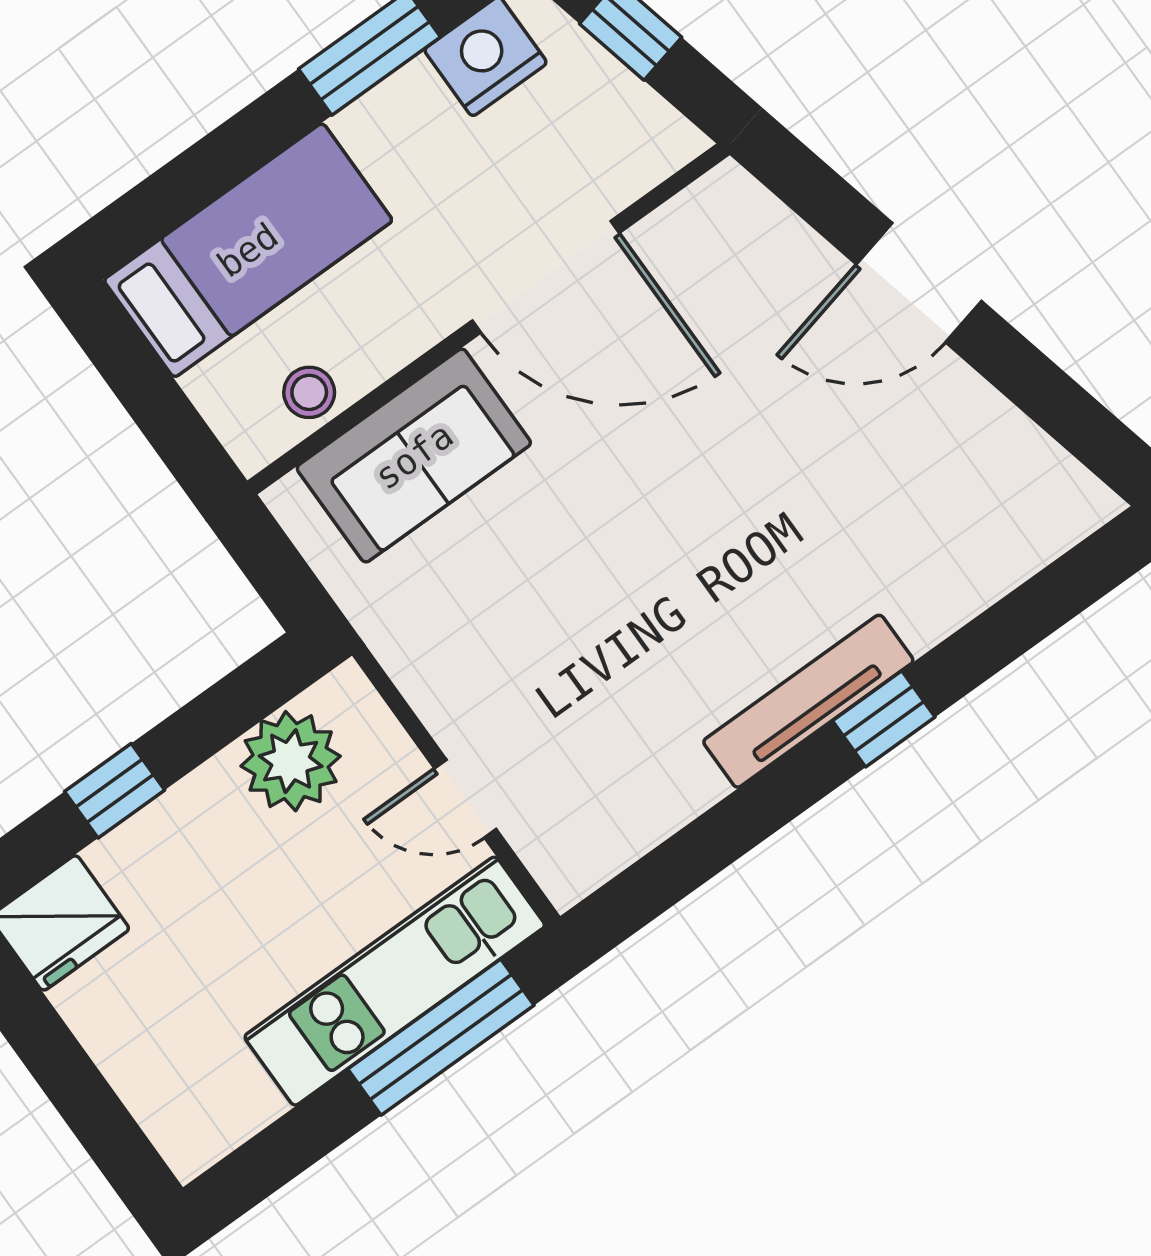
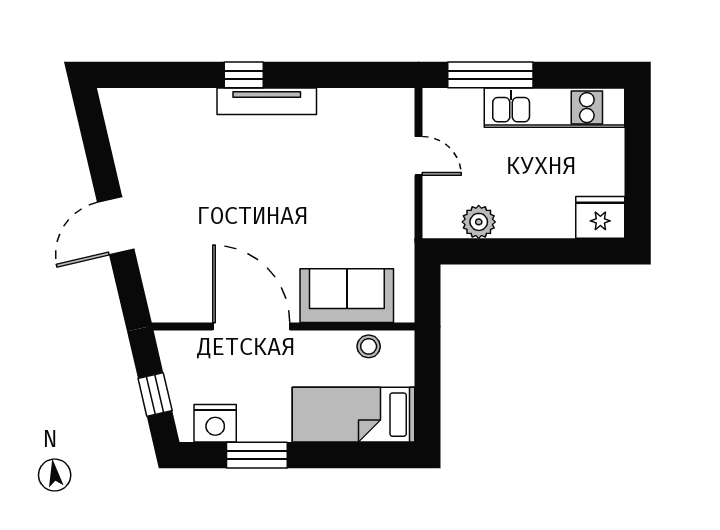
door: (919, 283) -> (116, 226), swing flipped
plant: (291, 761) -> (479, 222), width x0.73, depth x0.73
window: (115, 791) -> (545, 251), removed
kitchen unit: (395, 981) -> (555, 108), moved

